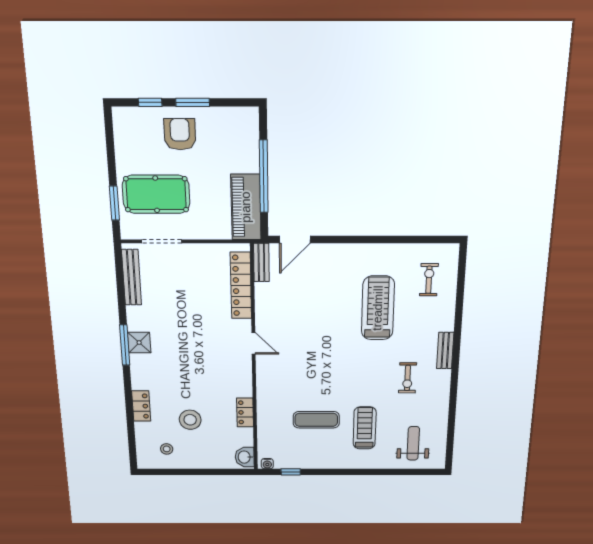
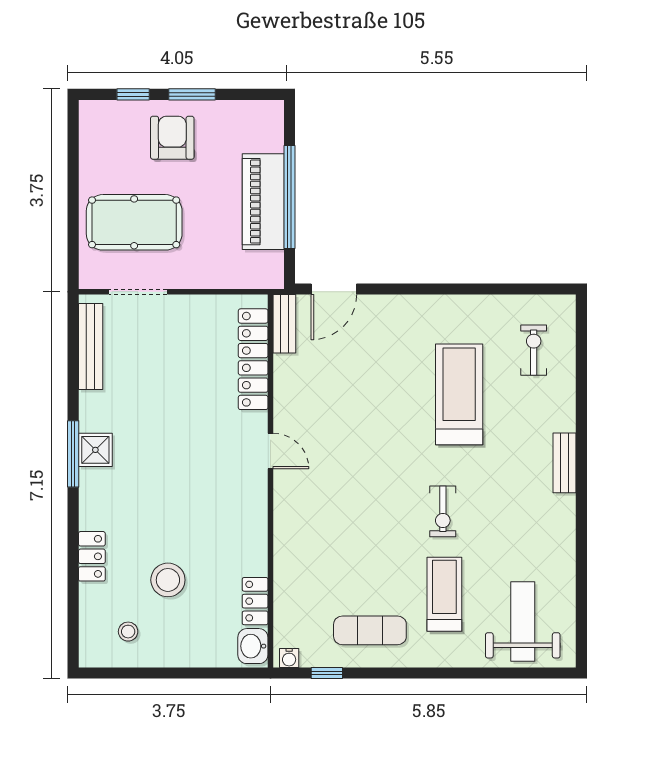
window: (114, 203) -> (73, 235), removed
piano: (246, 207) -> (263, 202), moved
exercise bike: (407, 378) -> (443, 511), moved
locker: (245, 412) -> (255, 601), moved
exercise mat: (316, 420) -> (370, 630), moved
weight bench: (413, 443) -> (523, 621), width x1.36, depth x1.33

